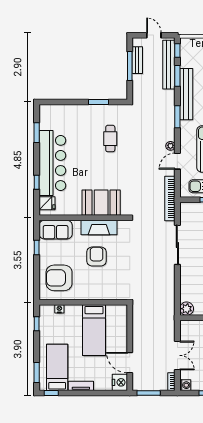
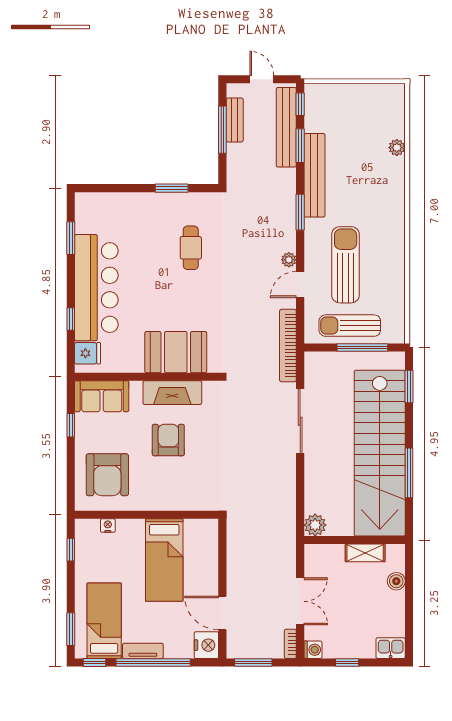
armchair: (59, 278) -> (107, 475), turned -90
window: (87, 393) -> (153, 662), added

